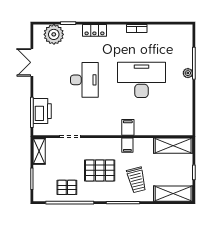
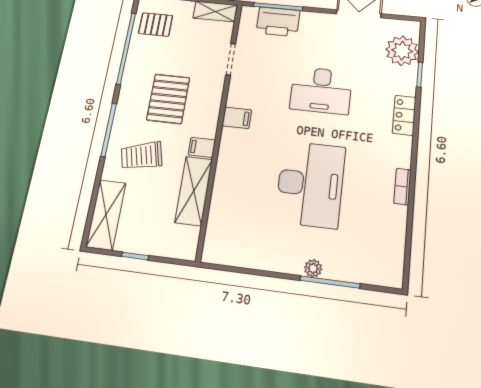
filing cabinet: (128, 127) -> (237, 118), moved
shelving: (173, 146) -> (194, 191), moved
pallet: (67, 187) -> (156, 24), moved, turned 90

